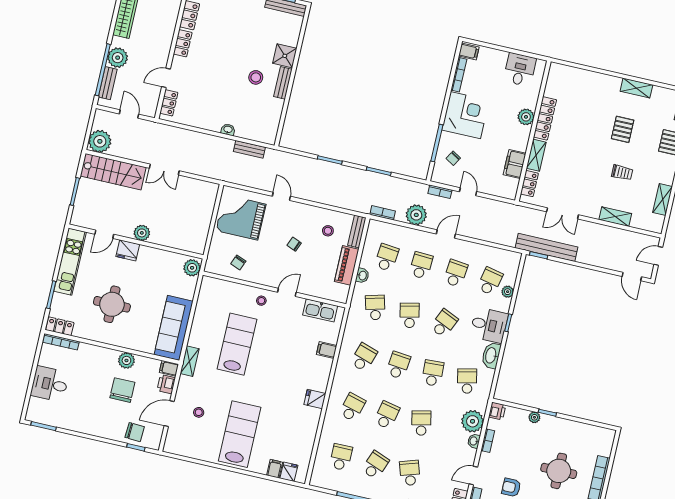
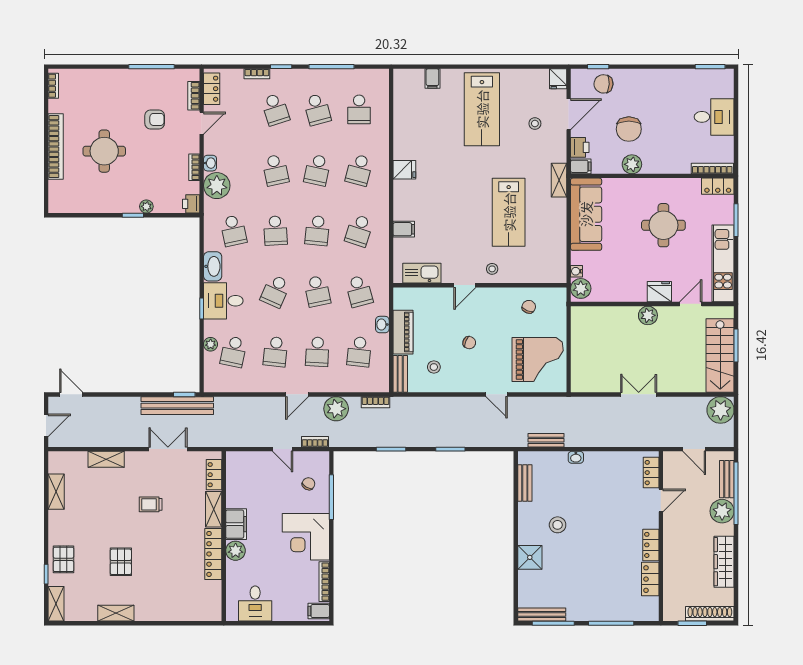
bench: (283, 83) -> (525, 483), moved
filing cabinet: (515, 164) -> (236, 524), moved
stairs: (113, 172) -> (720, 356), moved, turned -90
trolley: (622, 173) -> (151, 504), moved
water cooler: (192, 283) -> (577, 271), added
school desk: (375, 465) -> (317, 109), turned -36
fridge: (289, 472) -> (558, 79), moved

